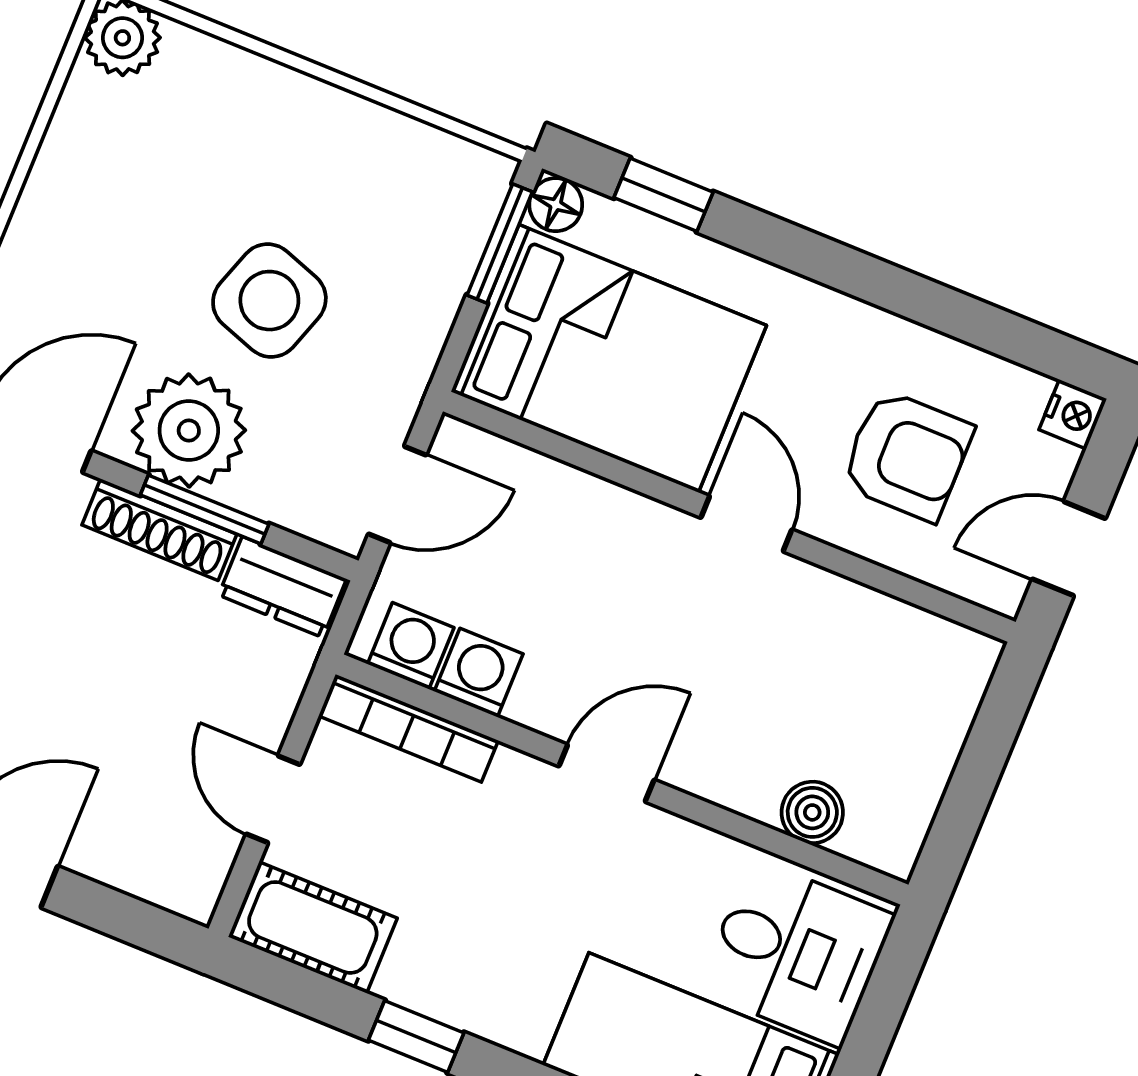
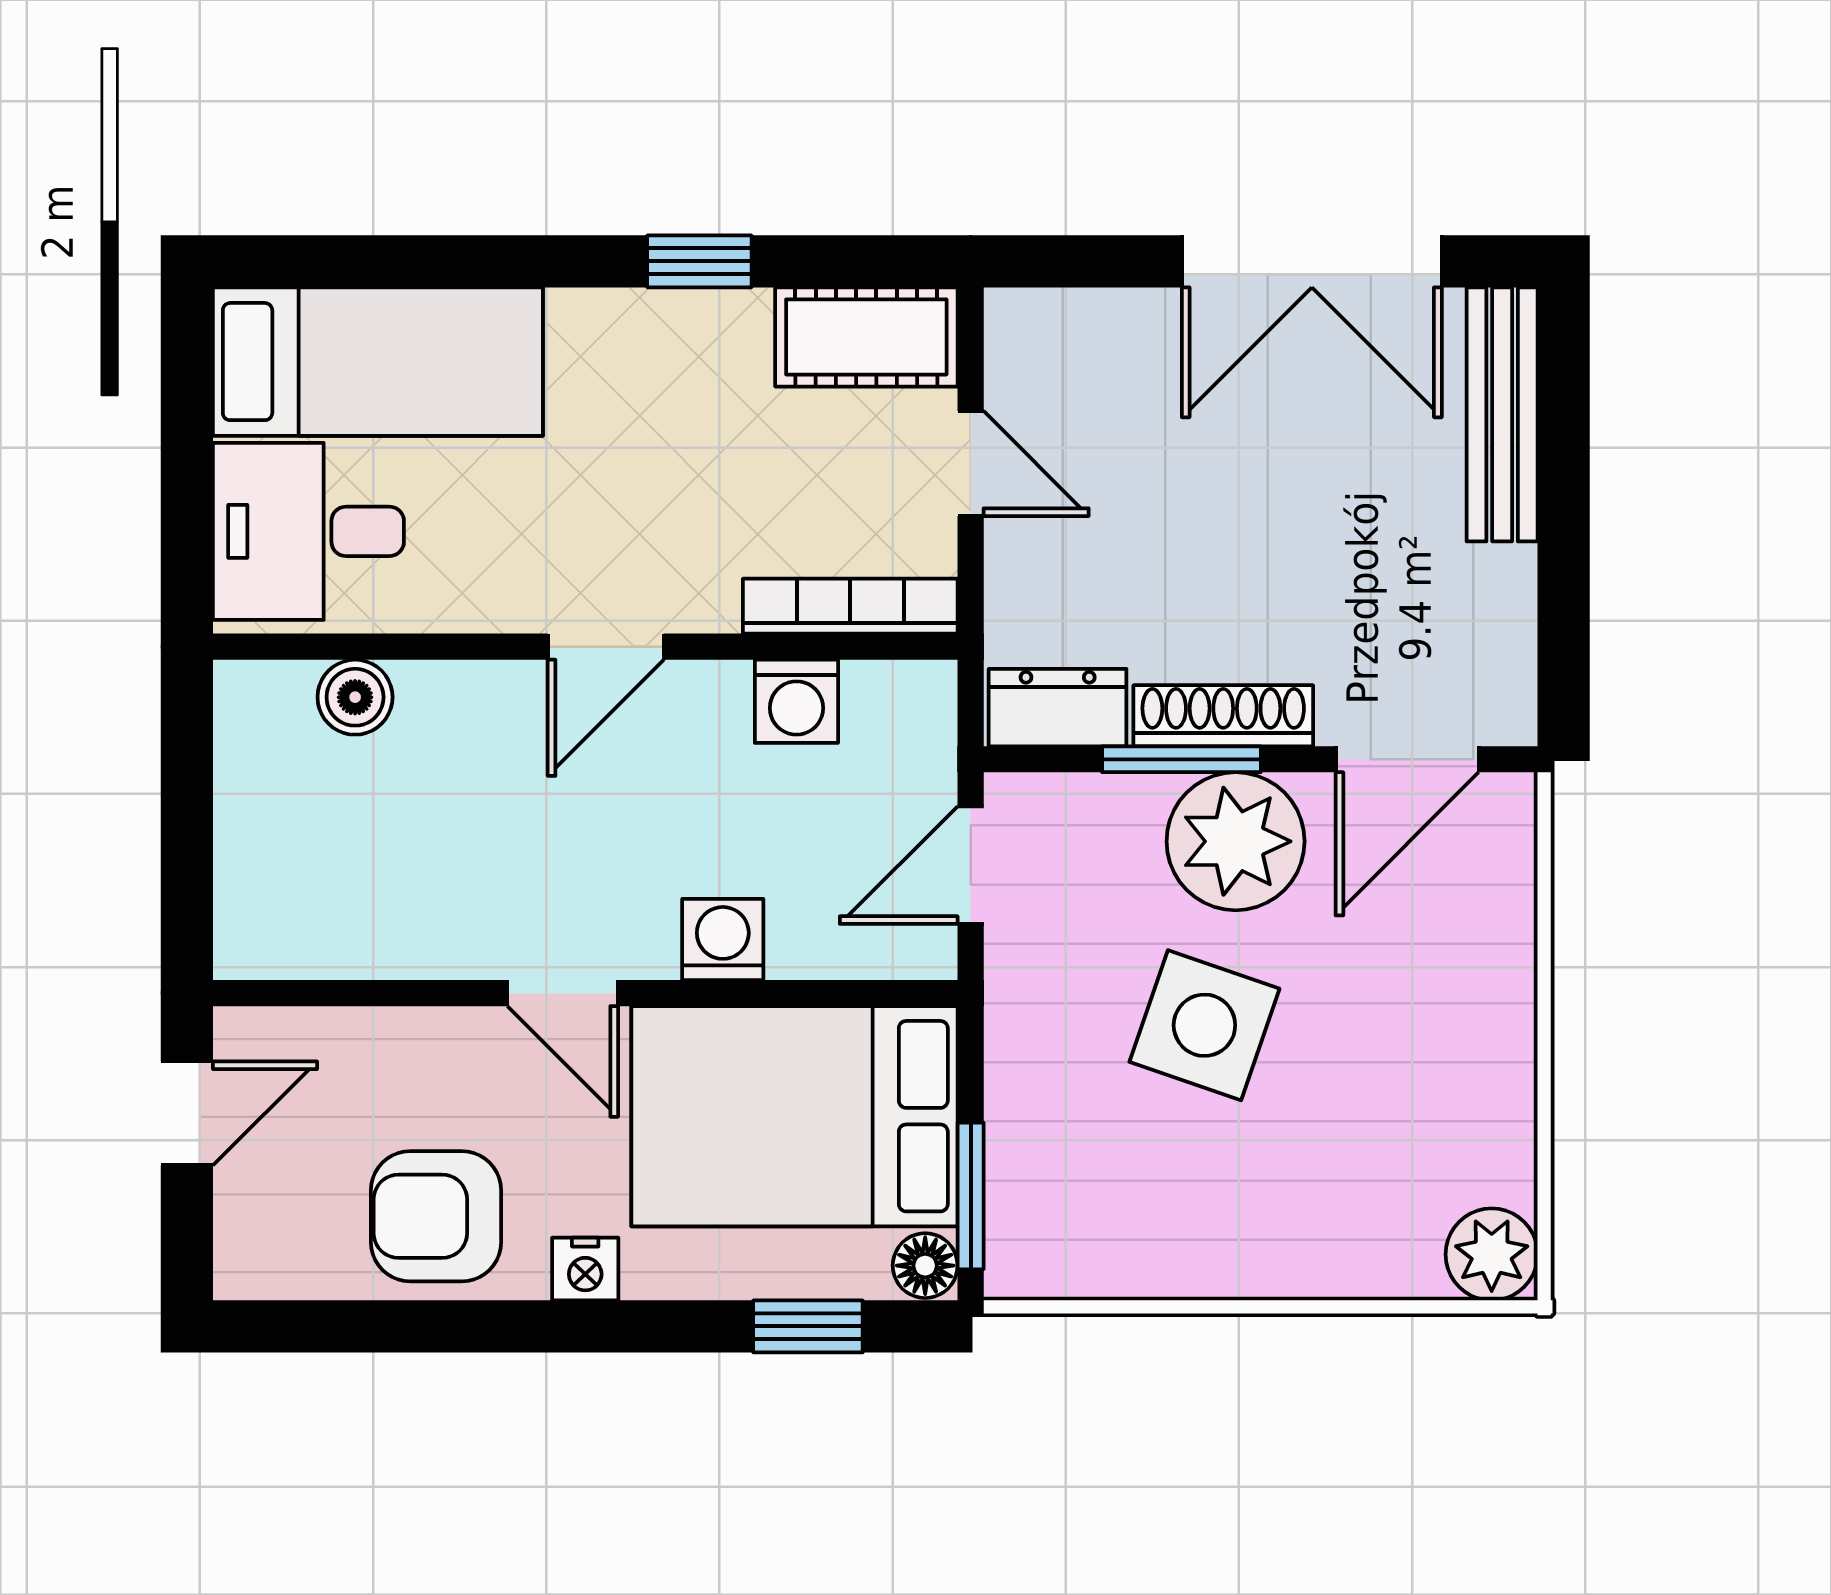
nightstand: (1073, 414) -> (585, 1269), moved, turned -90
armchair: (907, 455) -> (436, 1216), moved
washing machine: (411, 646) -> (723, 939), moved, turned 180

